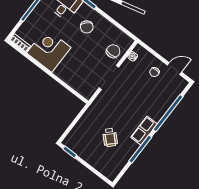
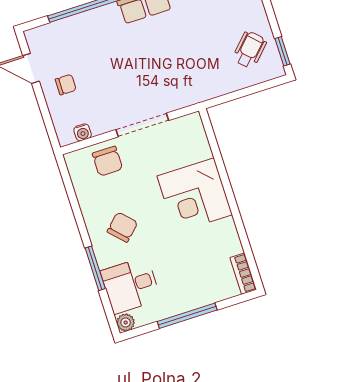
corner desk: (49, 50) -> (195, 195), moved
chair: (113, 51) -> (107, 161), turned -90
wheelchair: (110, 138) -> (250, 50), moved

